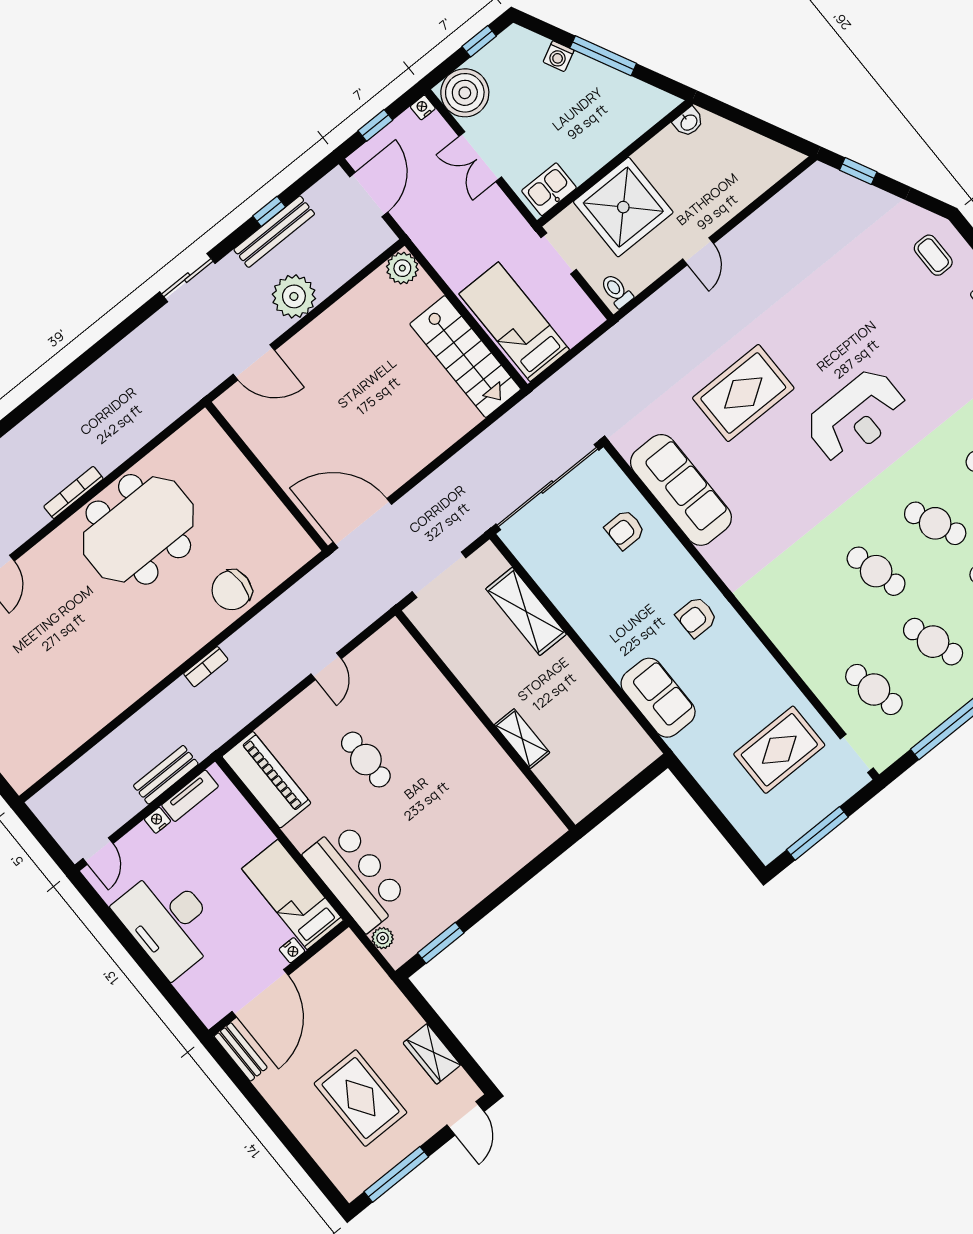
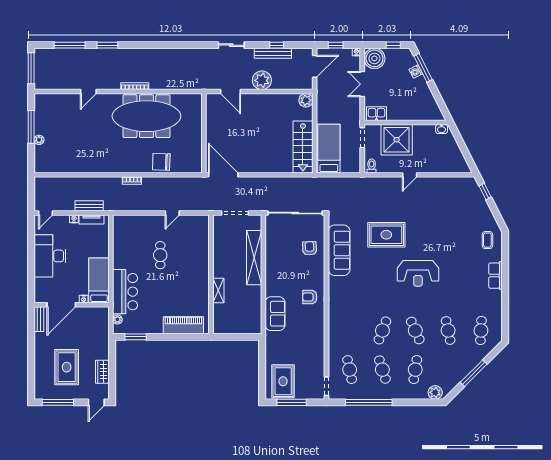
window: (603, 56) -> (423, 68), moved
meeting table: (138, 529) -> (146, 116), width x1.36
armchair: (625, 530) -> (310, 248), turned 88
cafe table: (876, 571) -> (382, 330), turned 36
shelving: (526, 611) -> (254, 258), width x1.47
rug: (779, 750) -> (283, 381), moved, turned 90
piano: (266, 780) -> (183, 325), moved, turned -90

